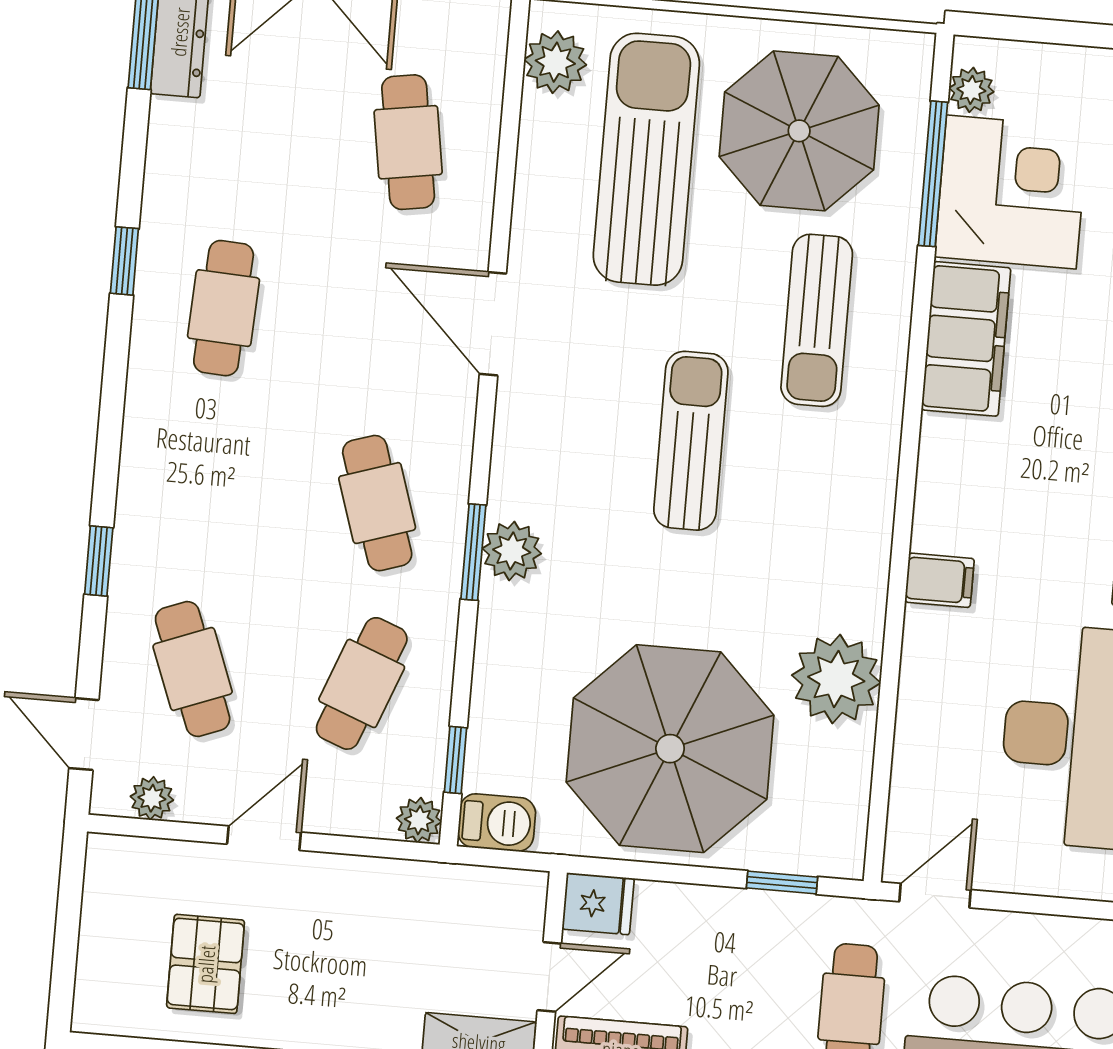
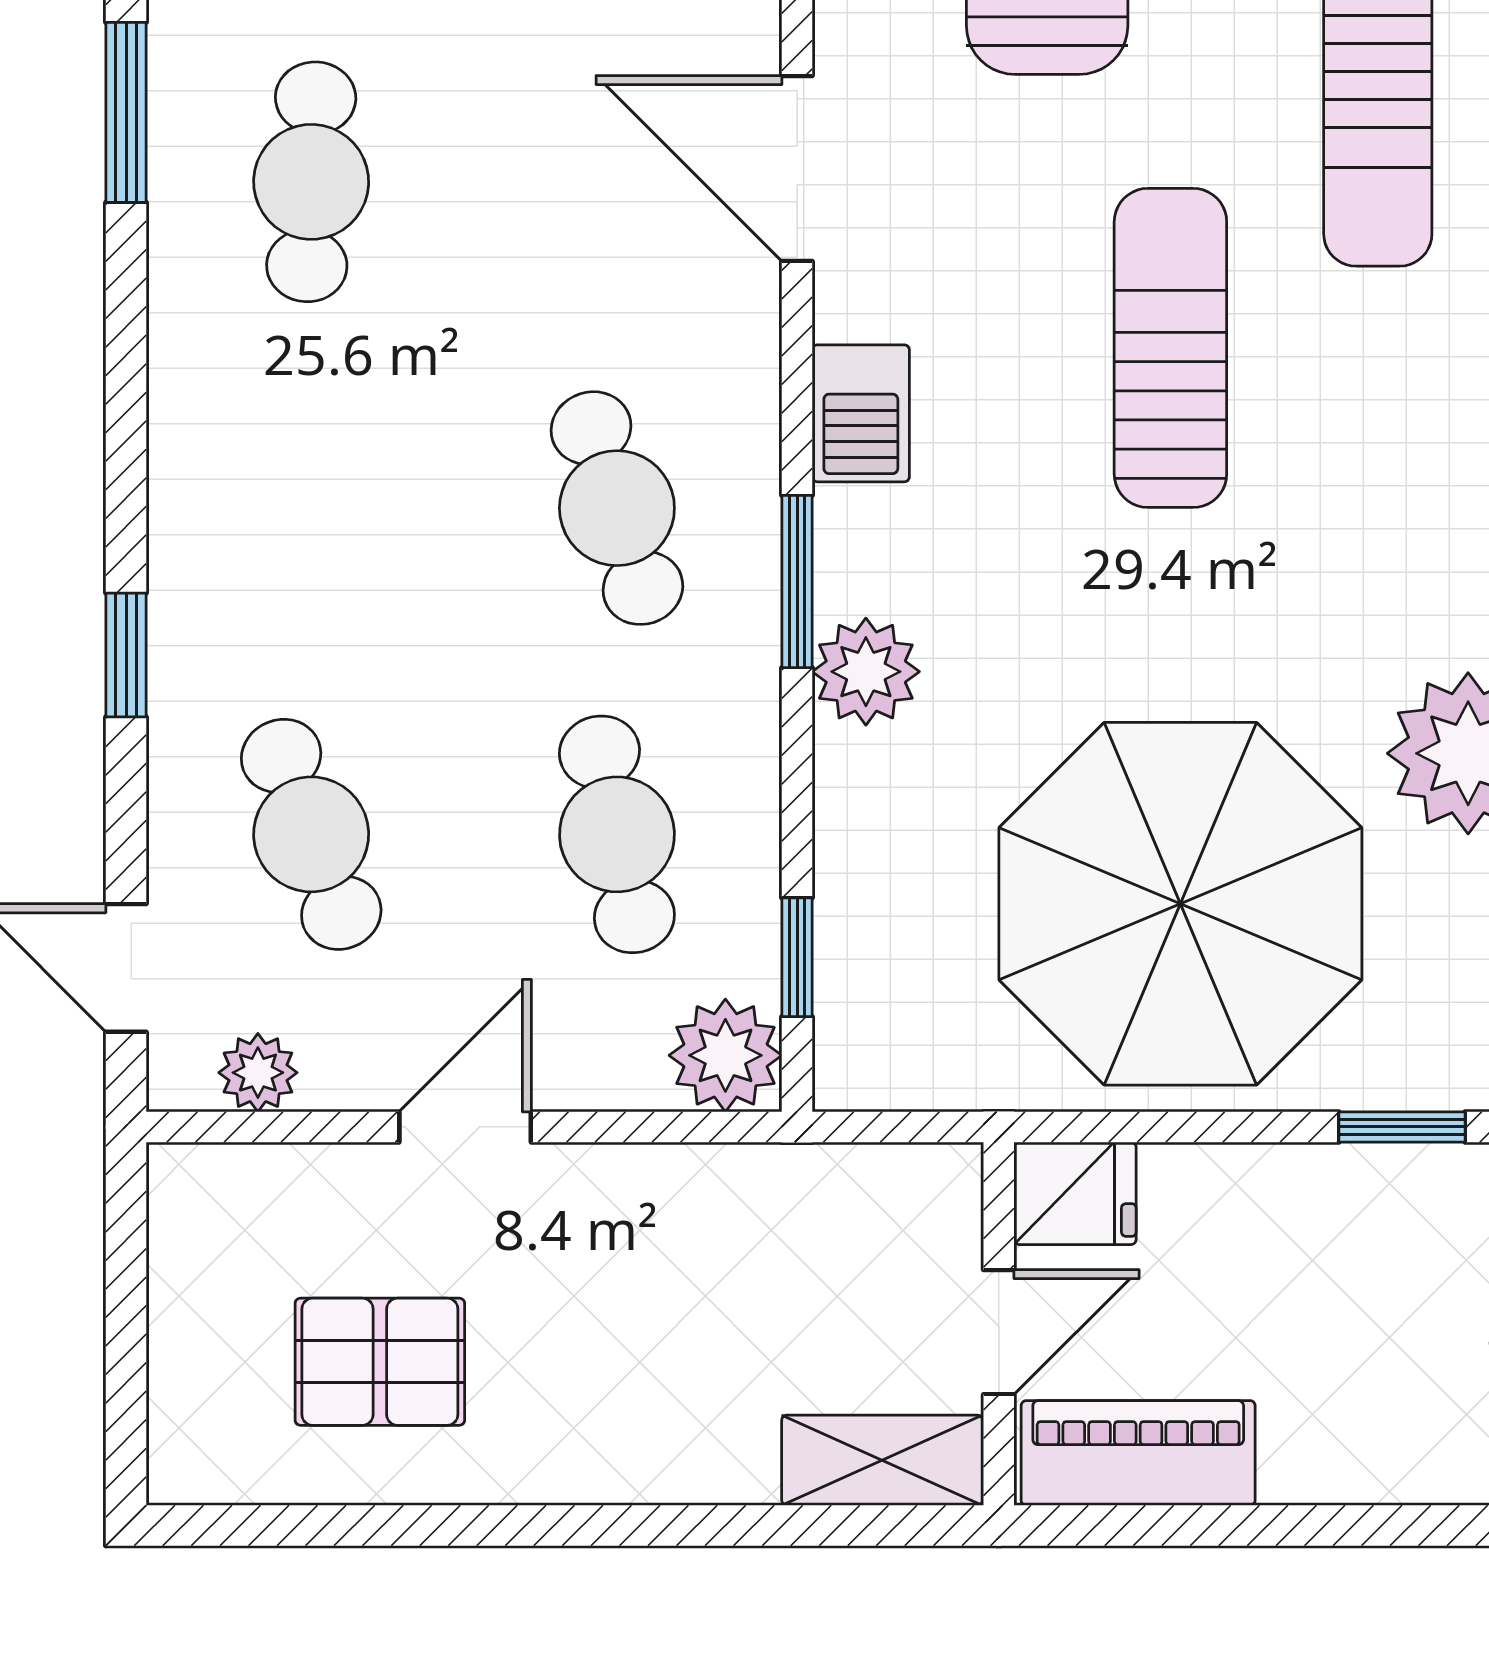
window: (124, 261) -> (126, 112), width x1.50
plant: (512, 551) -> (866, 672), moved
cafe table: (362, 683) -> (617, 834), turned -33
plant: (419, 820) -> (725, 1055), width x1.38, depth x1.38
barbecue: (497, 823) -> (861, 413), moved, turned 90
pallet: (206, 964) -> (380, 1362), turned 90

